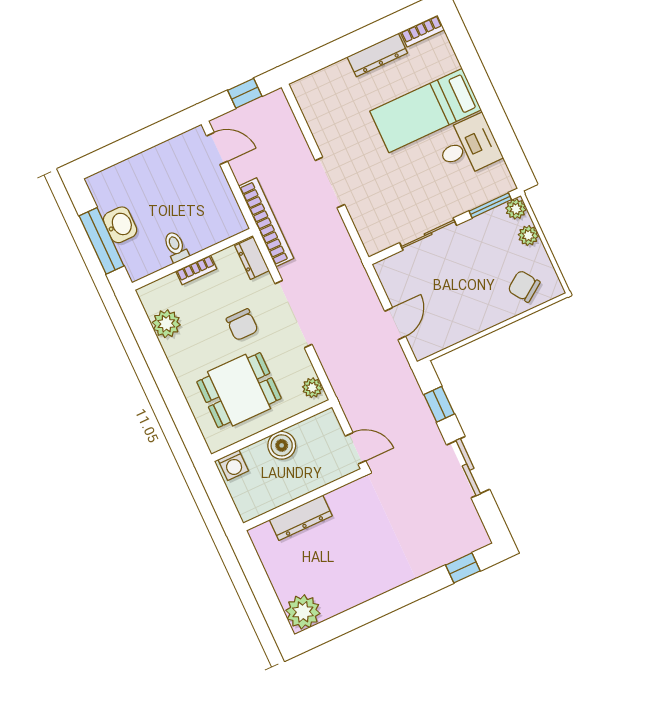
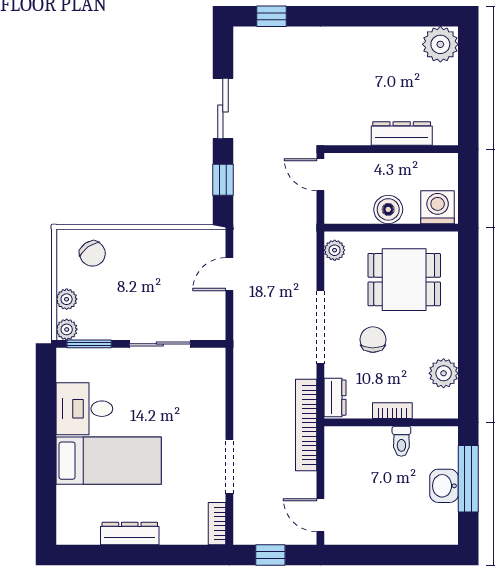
bookcase: (422, 31) -> (217, 524), moved, turned -90
doorway: (330, 182) -> (229, 467), moved
washing machine: (233, 465) -> (438, 207), width x1.38, depth x1.38

